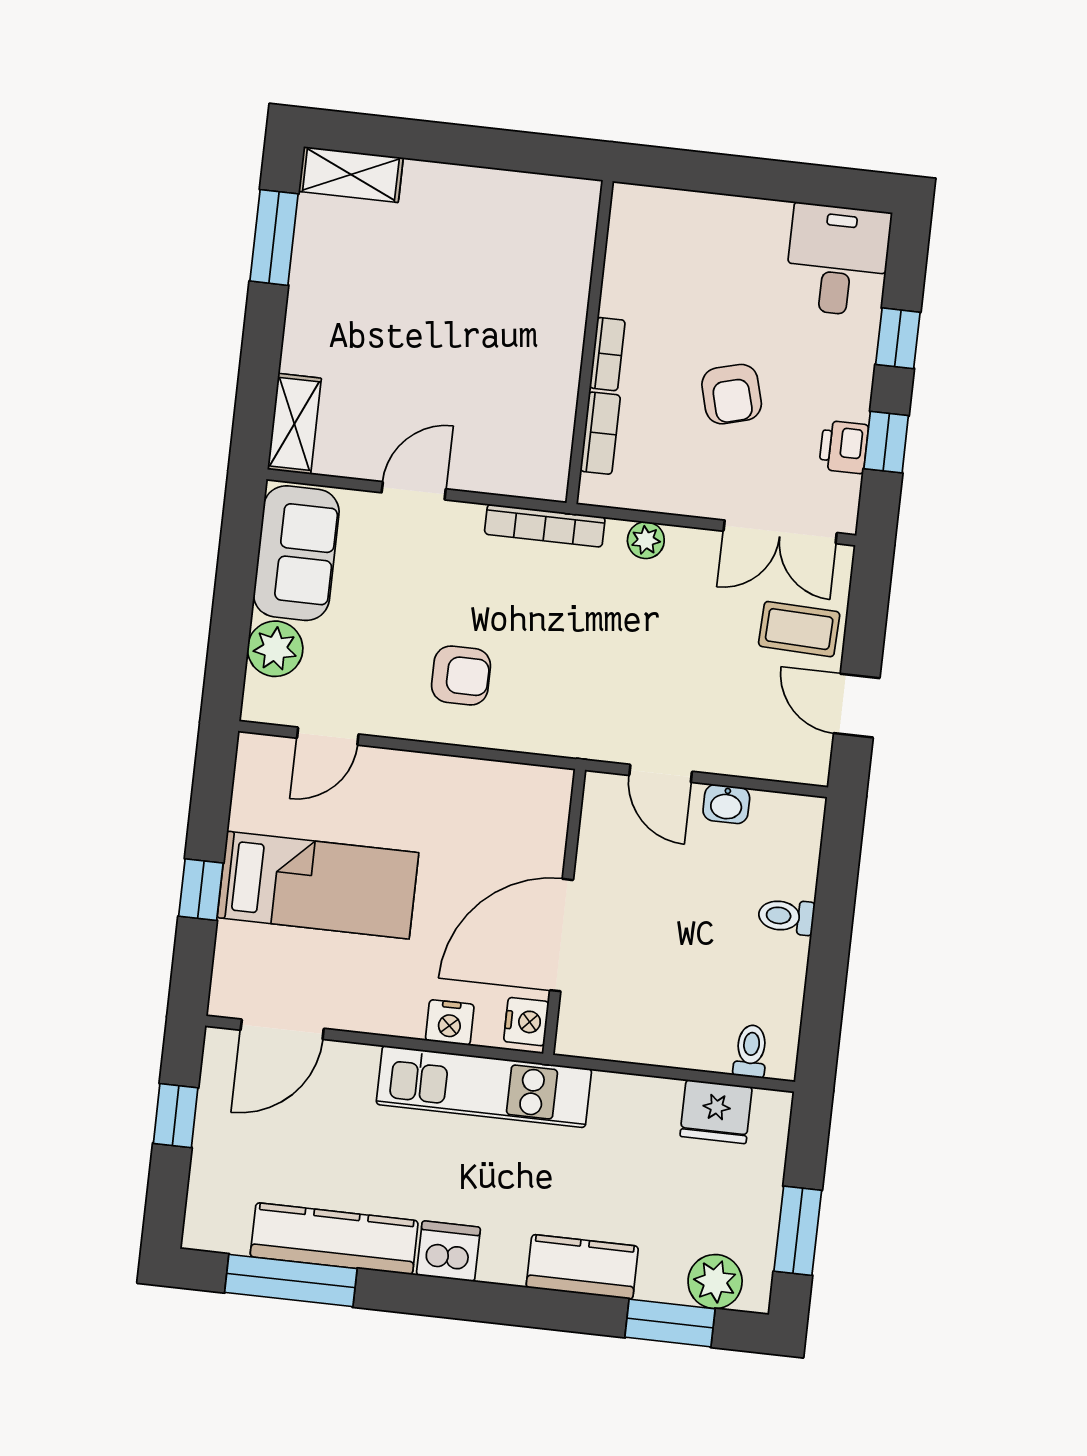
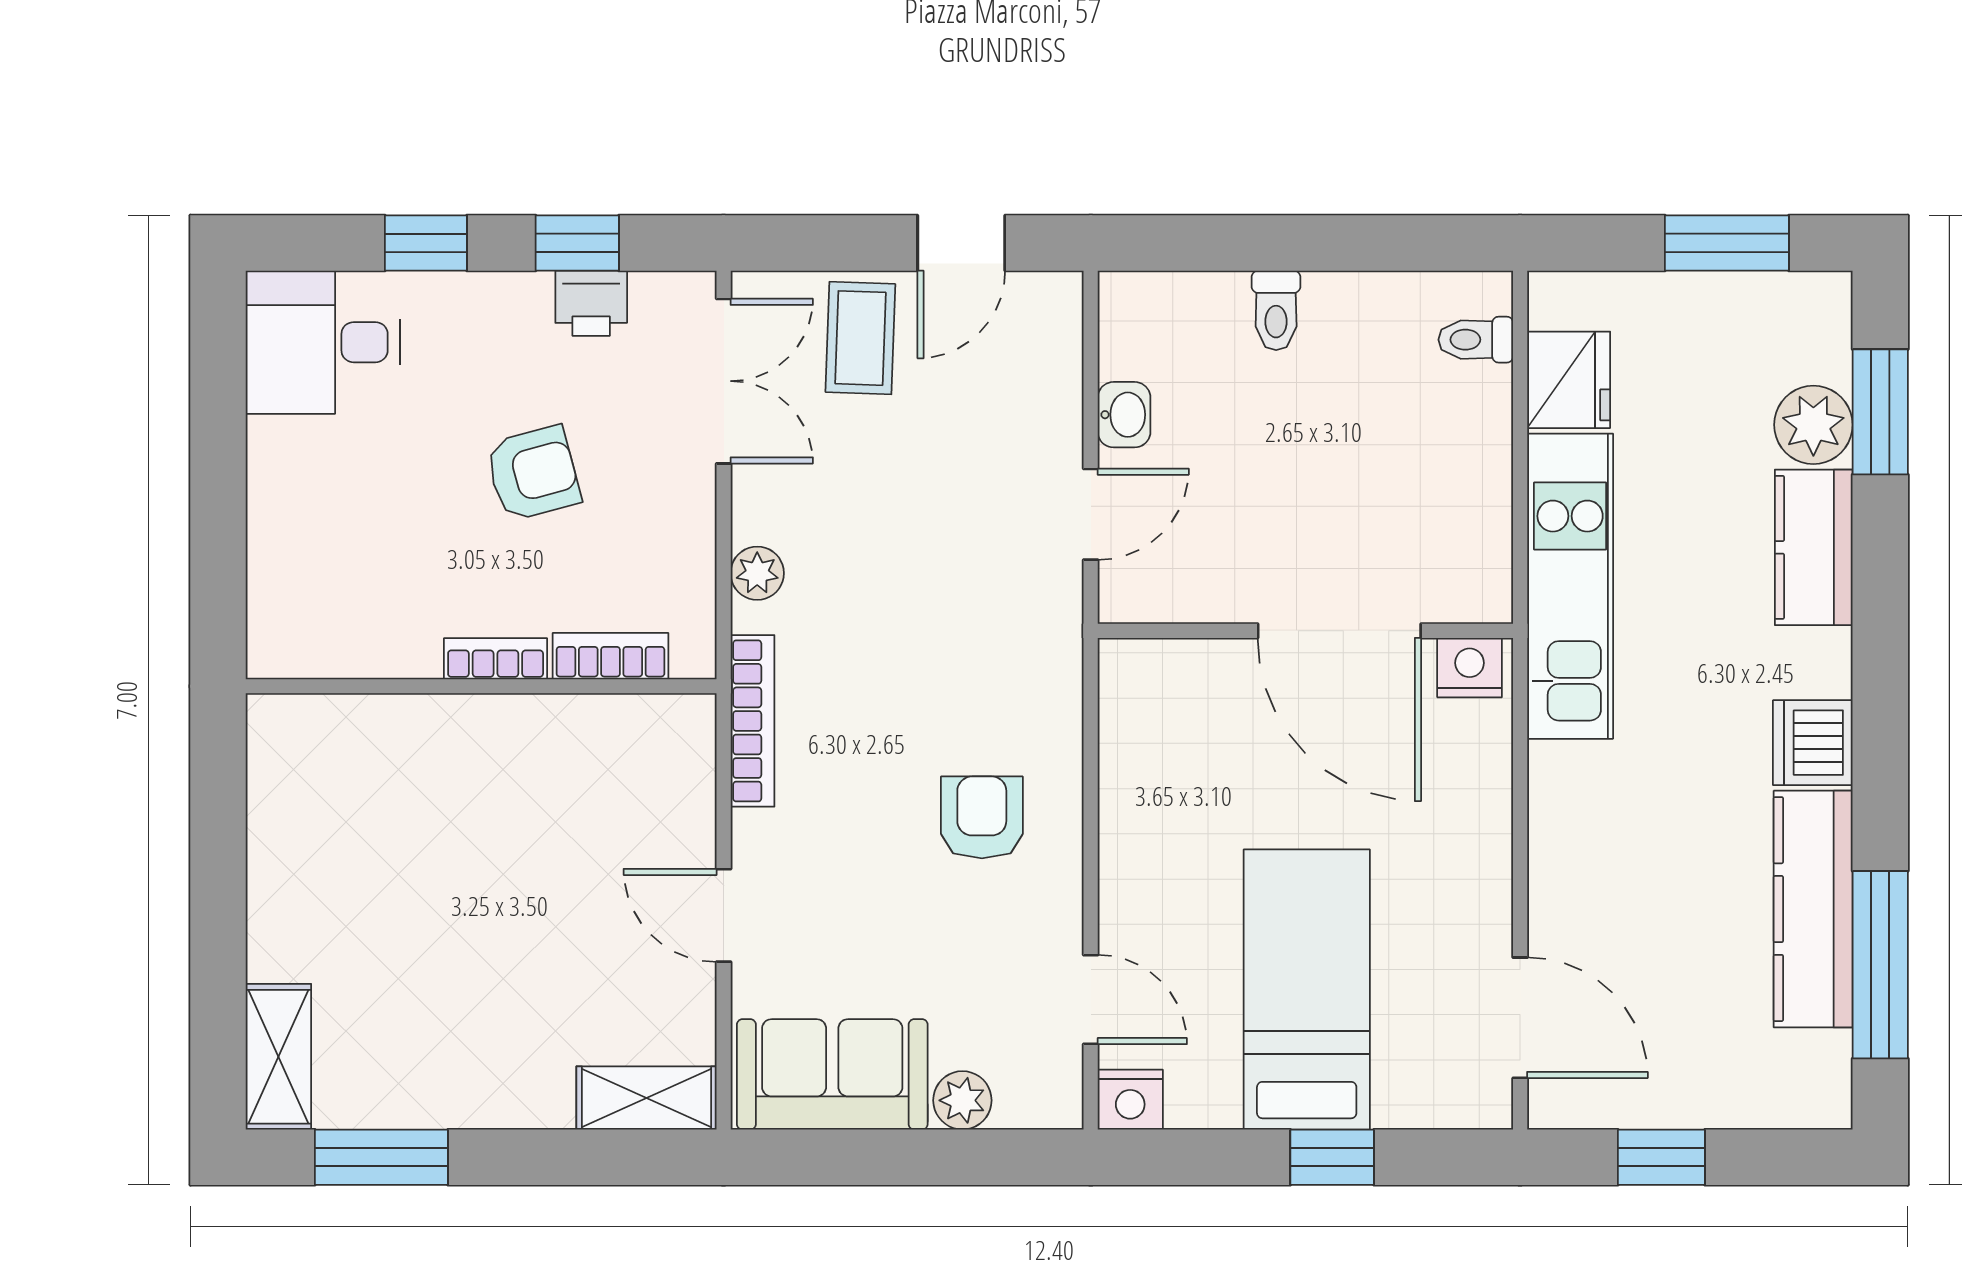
plant: (275, 649) -> (962, 1100), width x0.73, depth x0.73
nightstand: (450, 1022) -> (1130, 1100), moved, turned 90
kitchen unit: (484, 1087) -> (1570, 586), moved
plant: (715, 1282) -> (1813, 425), moved

